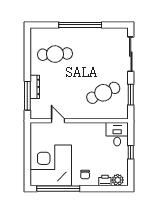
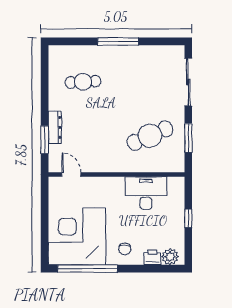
window: (80, 25) -> (118, 41), width x0.68
cafe table: (55, 54) -> (83, 82), width x0.73, depth x0.74
window: (27, 96) -> (45, 140), width x0.69
door: (58, 121) -> (71, 174), moved
desk: (117, 134) -> (146, 193), moved, width x1.37

